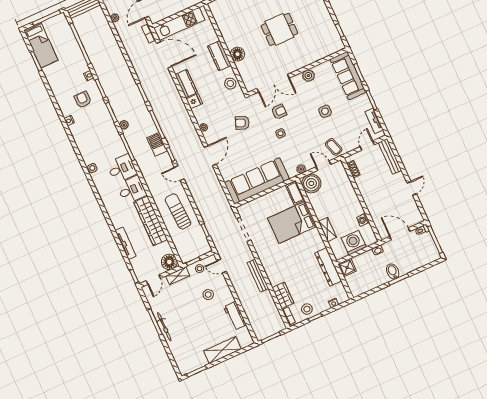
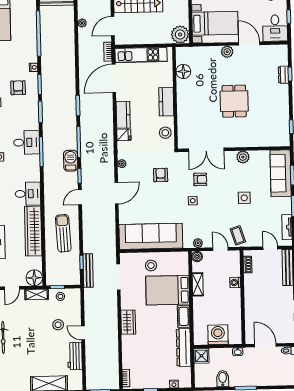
dining table: (279, 29) -> (234, 101), turned 90
floor lamp: (238, 54) -> (183, 71), moved
door: (164, 55) -> (114, 78), swing flipped
armchair: (242, 123) -> (161, 175), turned 69
plant: (124, 125) -> (47, 129), removed
door: (367, 146) -> (270, 248), hinge flipped
desk: (122, 169) -> (27, 142), moved
door: (179, 173) -> (80, 197), hinge flipped
boiler: (311, 183) -> (197, 257), width x0.54, depth x0.54
cot: (295, 193) -> (184, 316), moved
washing machine: (363, 220) -> (235, 282), moved
shelving: (327, 229) -> (198, 284), moved
door: (222, 266) -> (83, 333), moved
bidet: (393, 271) -> (223, 379), moved
bench: (258, 276) -> (88, 271), moved
wardrobe: (283, 295) -> (128, 322), moved
stool: (307, 309) -> (151, 266), moved

